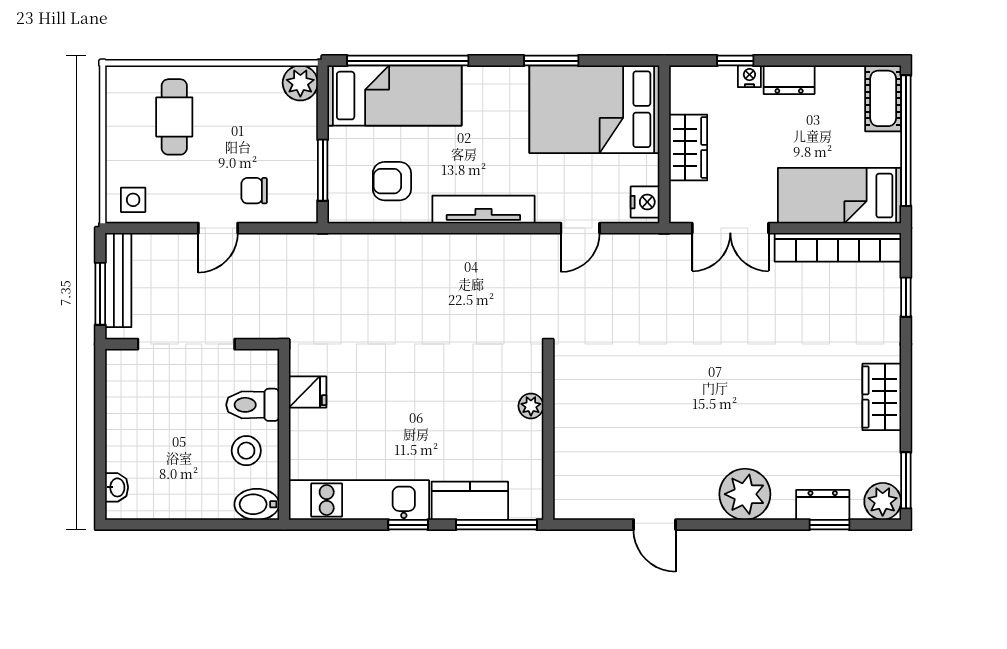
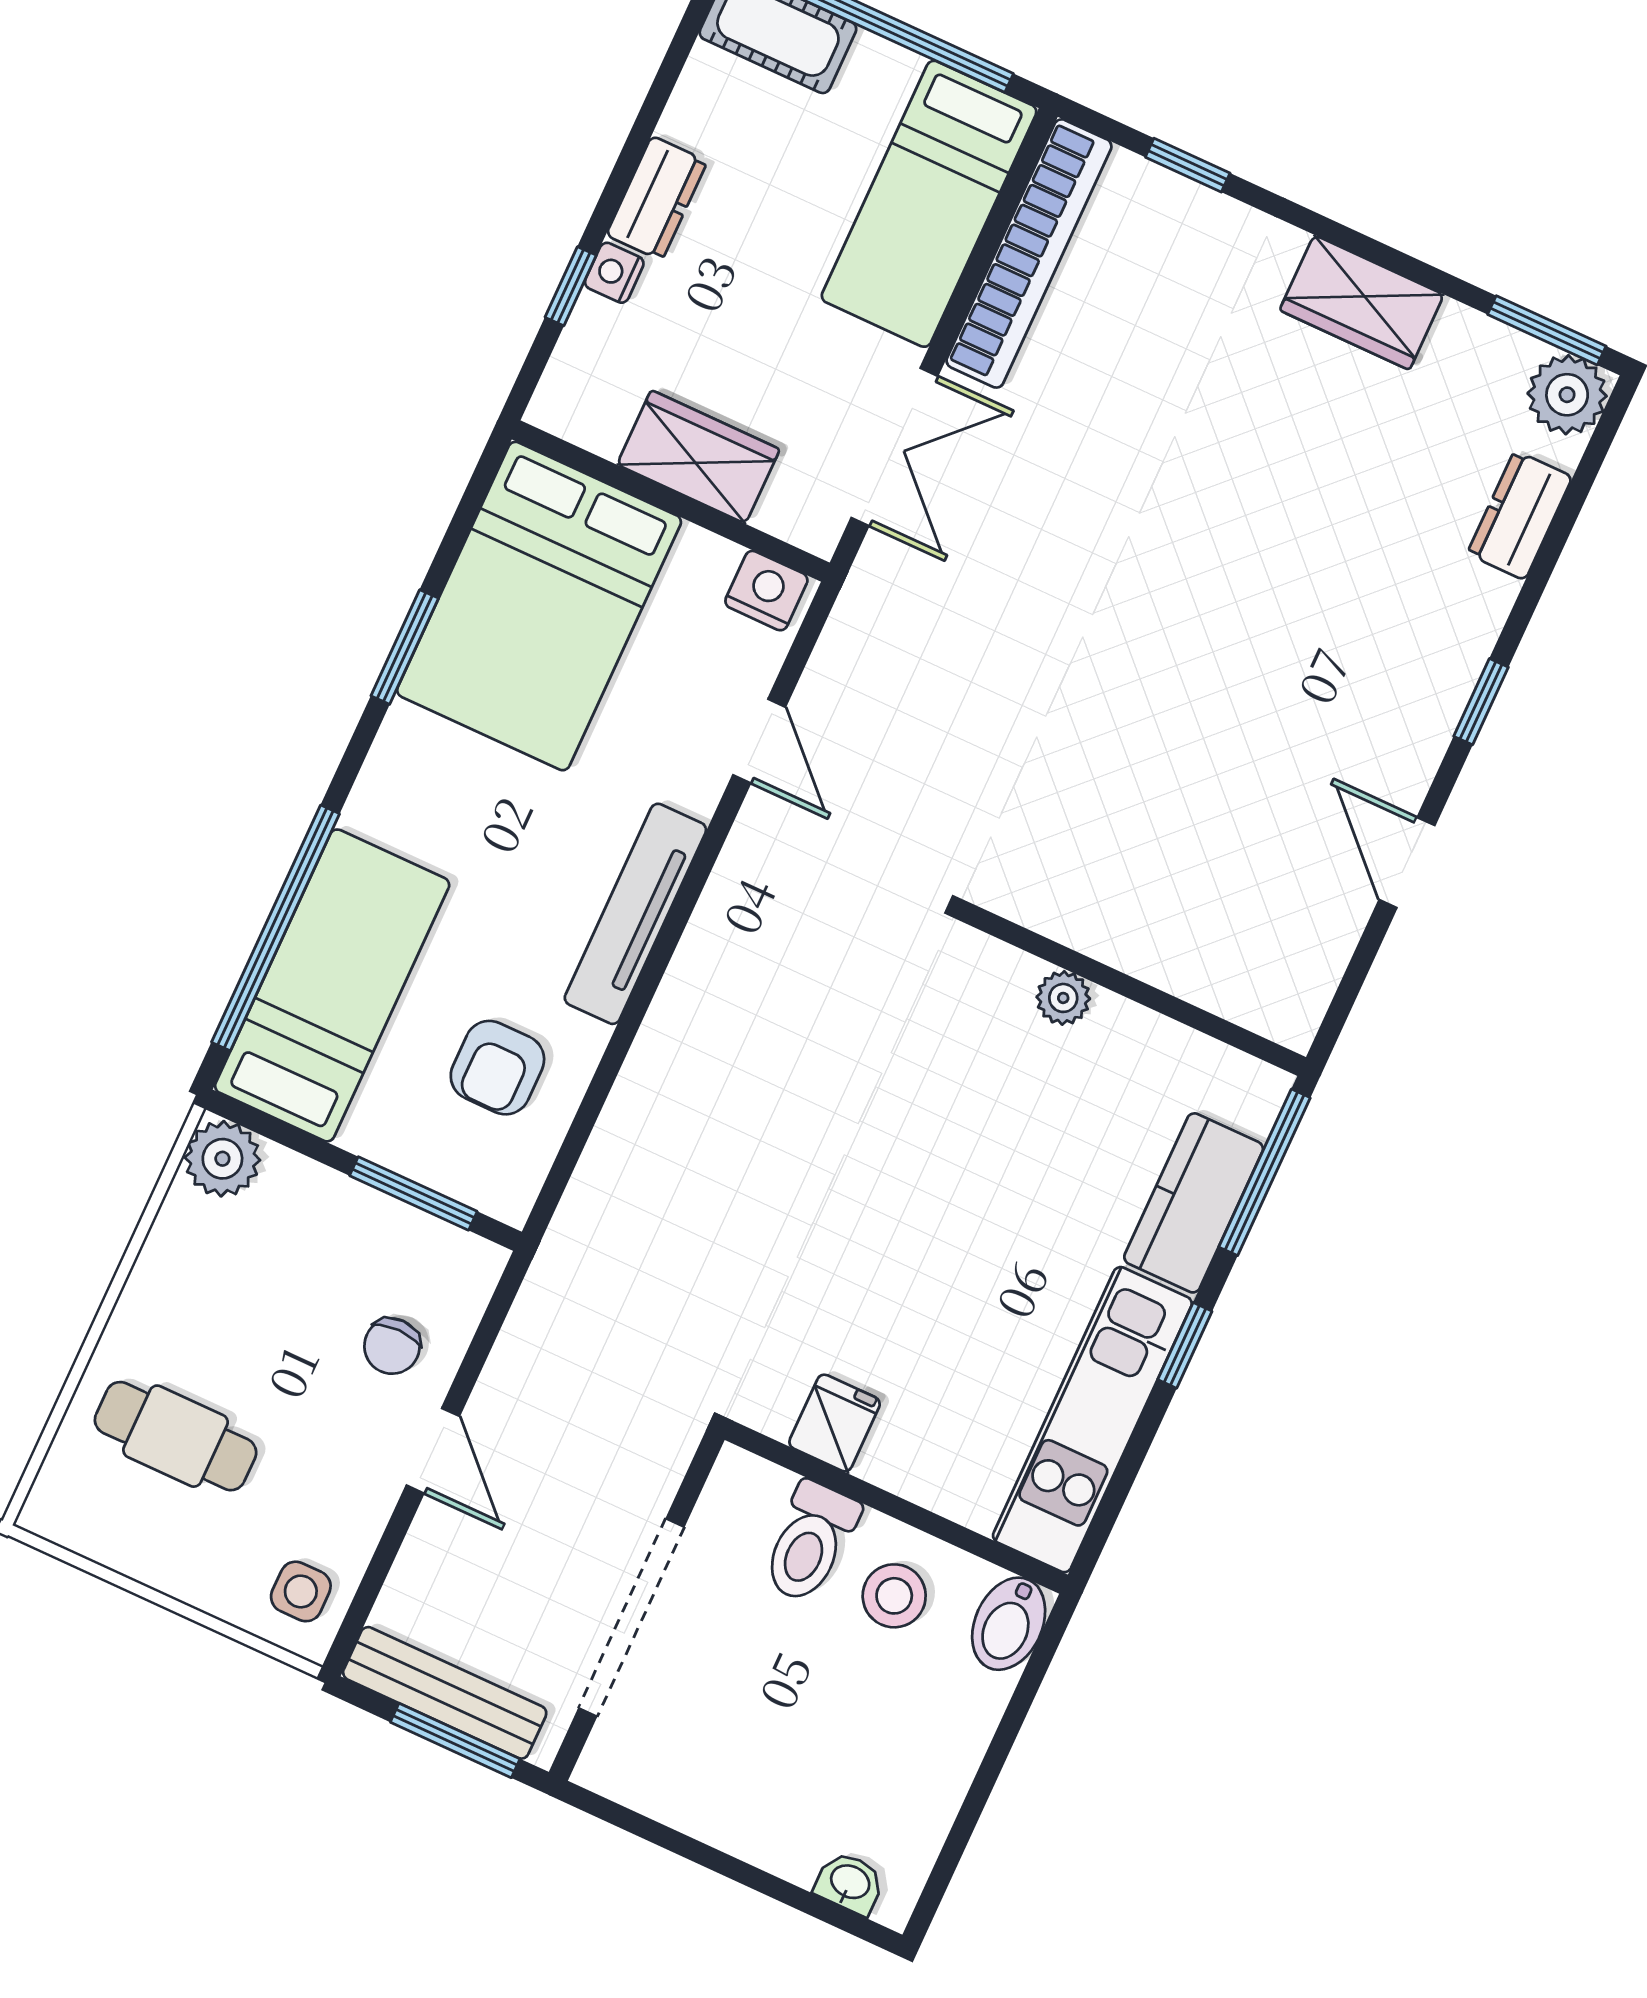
plant: (745, 494) -> (1429, 658), removed
door: (655, 525) -> (1407, 863), swing flipped
window: (829, 525) -> (1481, 702), moved

